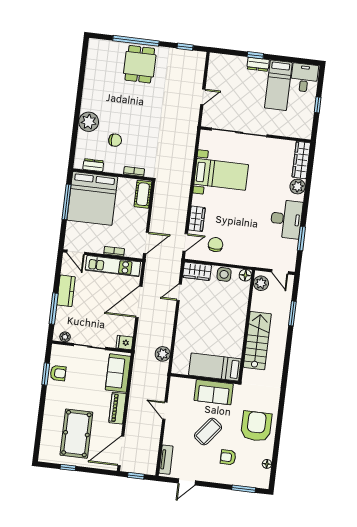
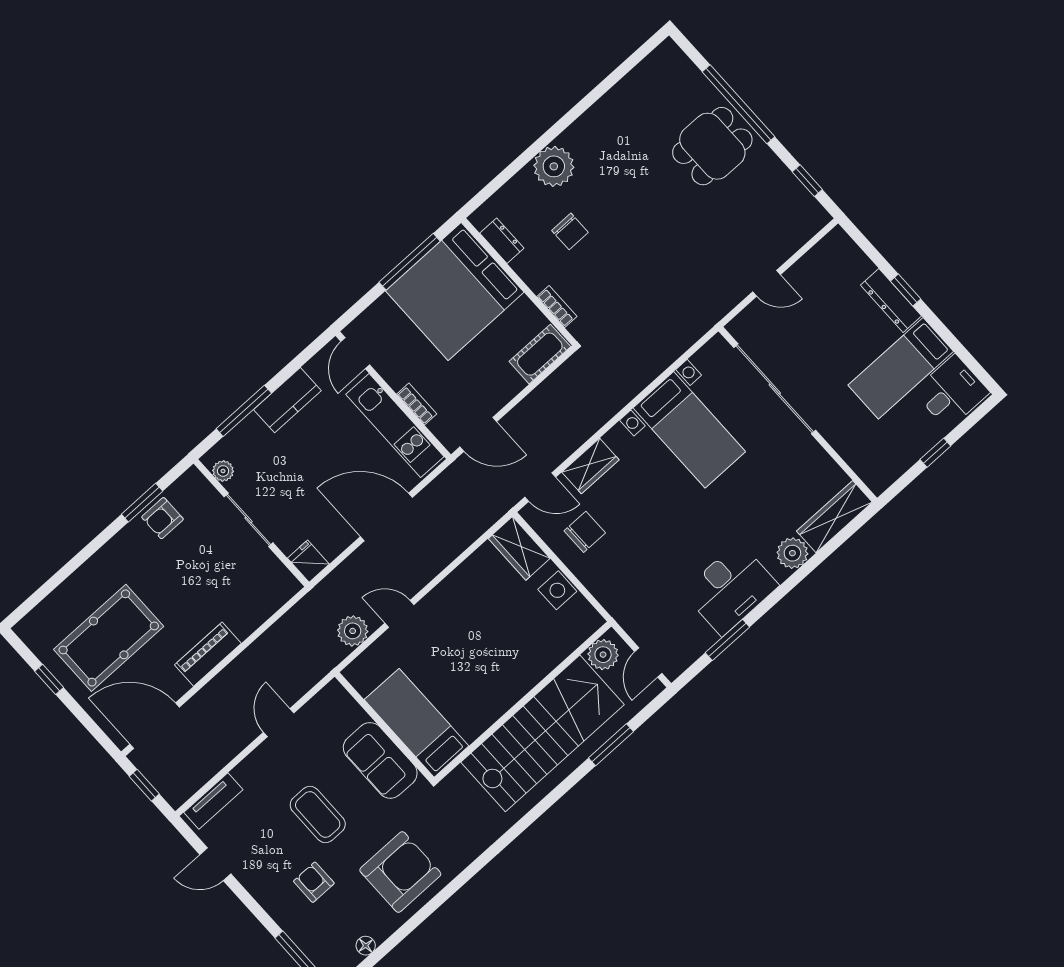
dresser: (258, 64) -> (891, 300), width x1.44
floor lamp: (245, 275) -> (589, 621), removed
door: (179, 292) -> (399, 614), moved
stairs: (257, 341) -> (543, 733), width x1.36, depth x1.51
armchair: (58, 373) -> (163, 518), turned 90
sofa: (118, 373) -> (257, 600), removed
coffee table: (208, 432) -> (318, 814), turned 52

